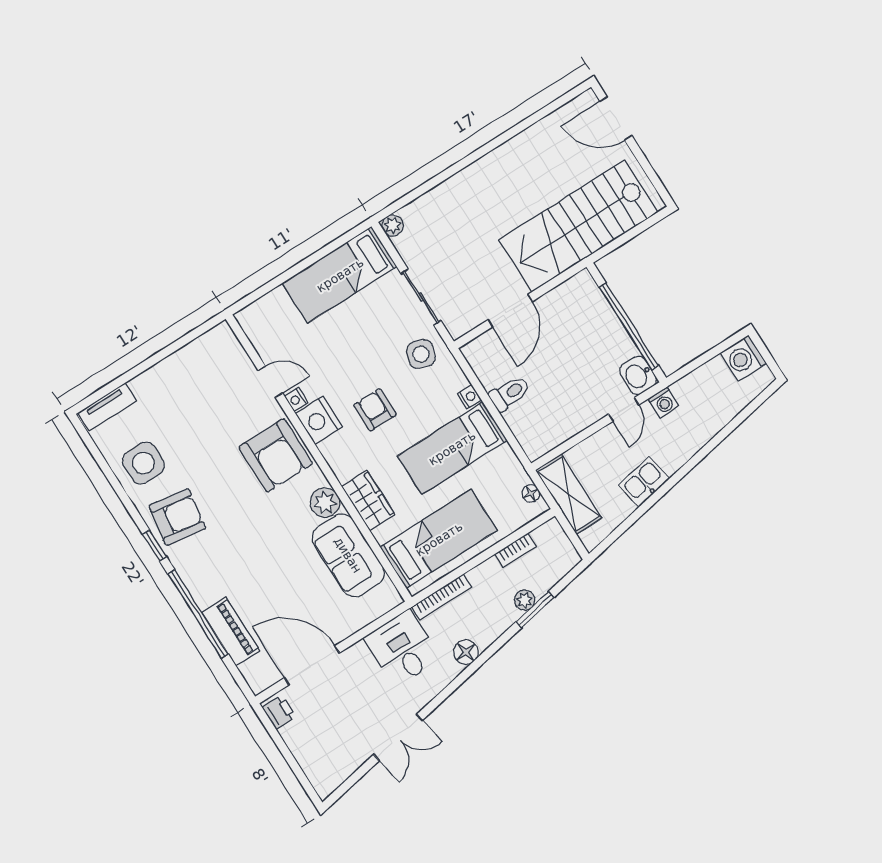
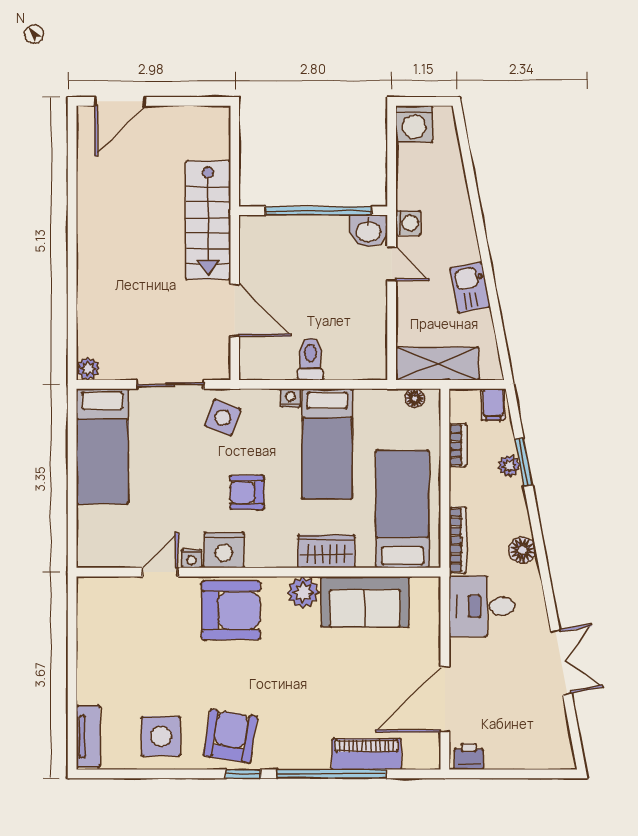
stairs: (578, 226) -> (208, 220), width x0.73, depth x0.66
filing cabinet: (565, 558) -> (493, 404), added

